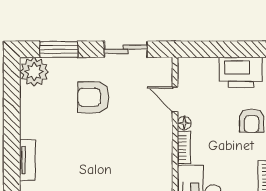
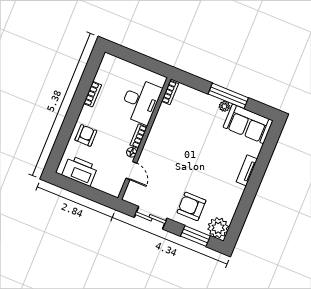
armchair: (93, 97) -> (192, 206), moved, turned 180

